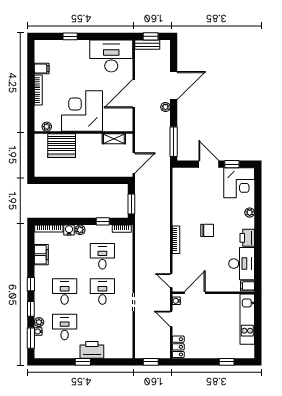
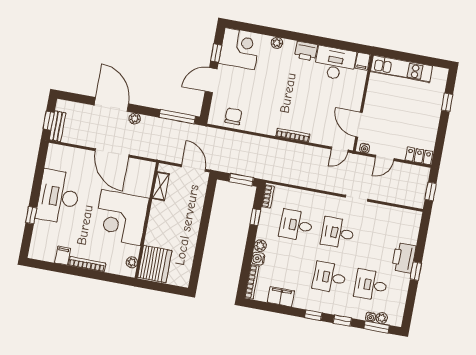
desk: (111, 56) -> (58, 197), moved
server rack: (62, 146) -> (155, 264), moved
chair: (207, 230) -> (233, 116), moved
plant: (39, 322) -> (382, 318), moved

